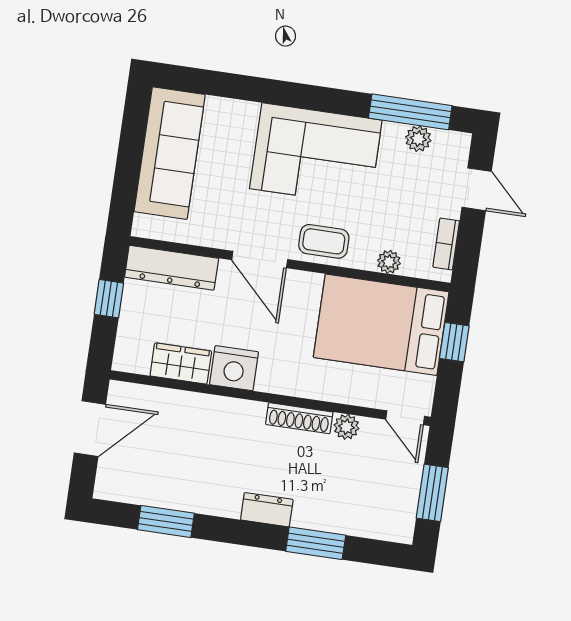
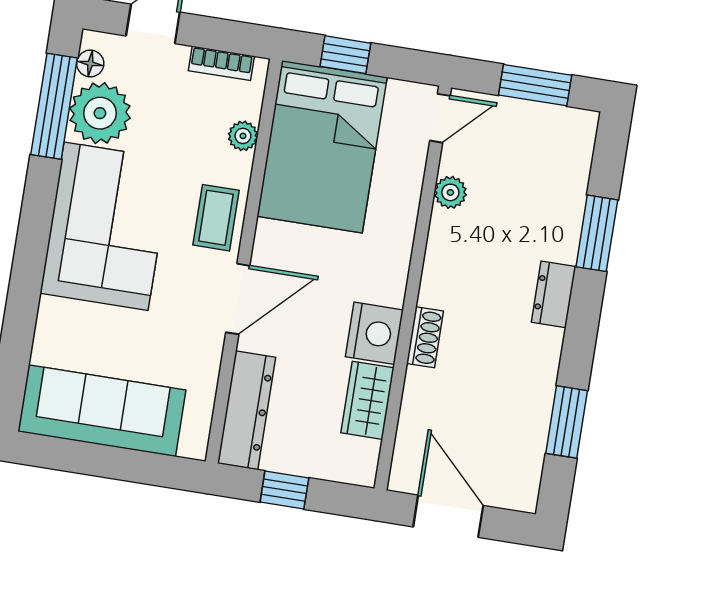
plant: (418, 139) -> (100, 113), width x1.88, depth x1.88
floor lamp: (445, 140) -> (90, 64), added
shoe rack: (299, 418) -> (425, 337), moved, width x0.70

